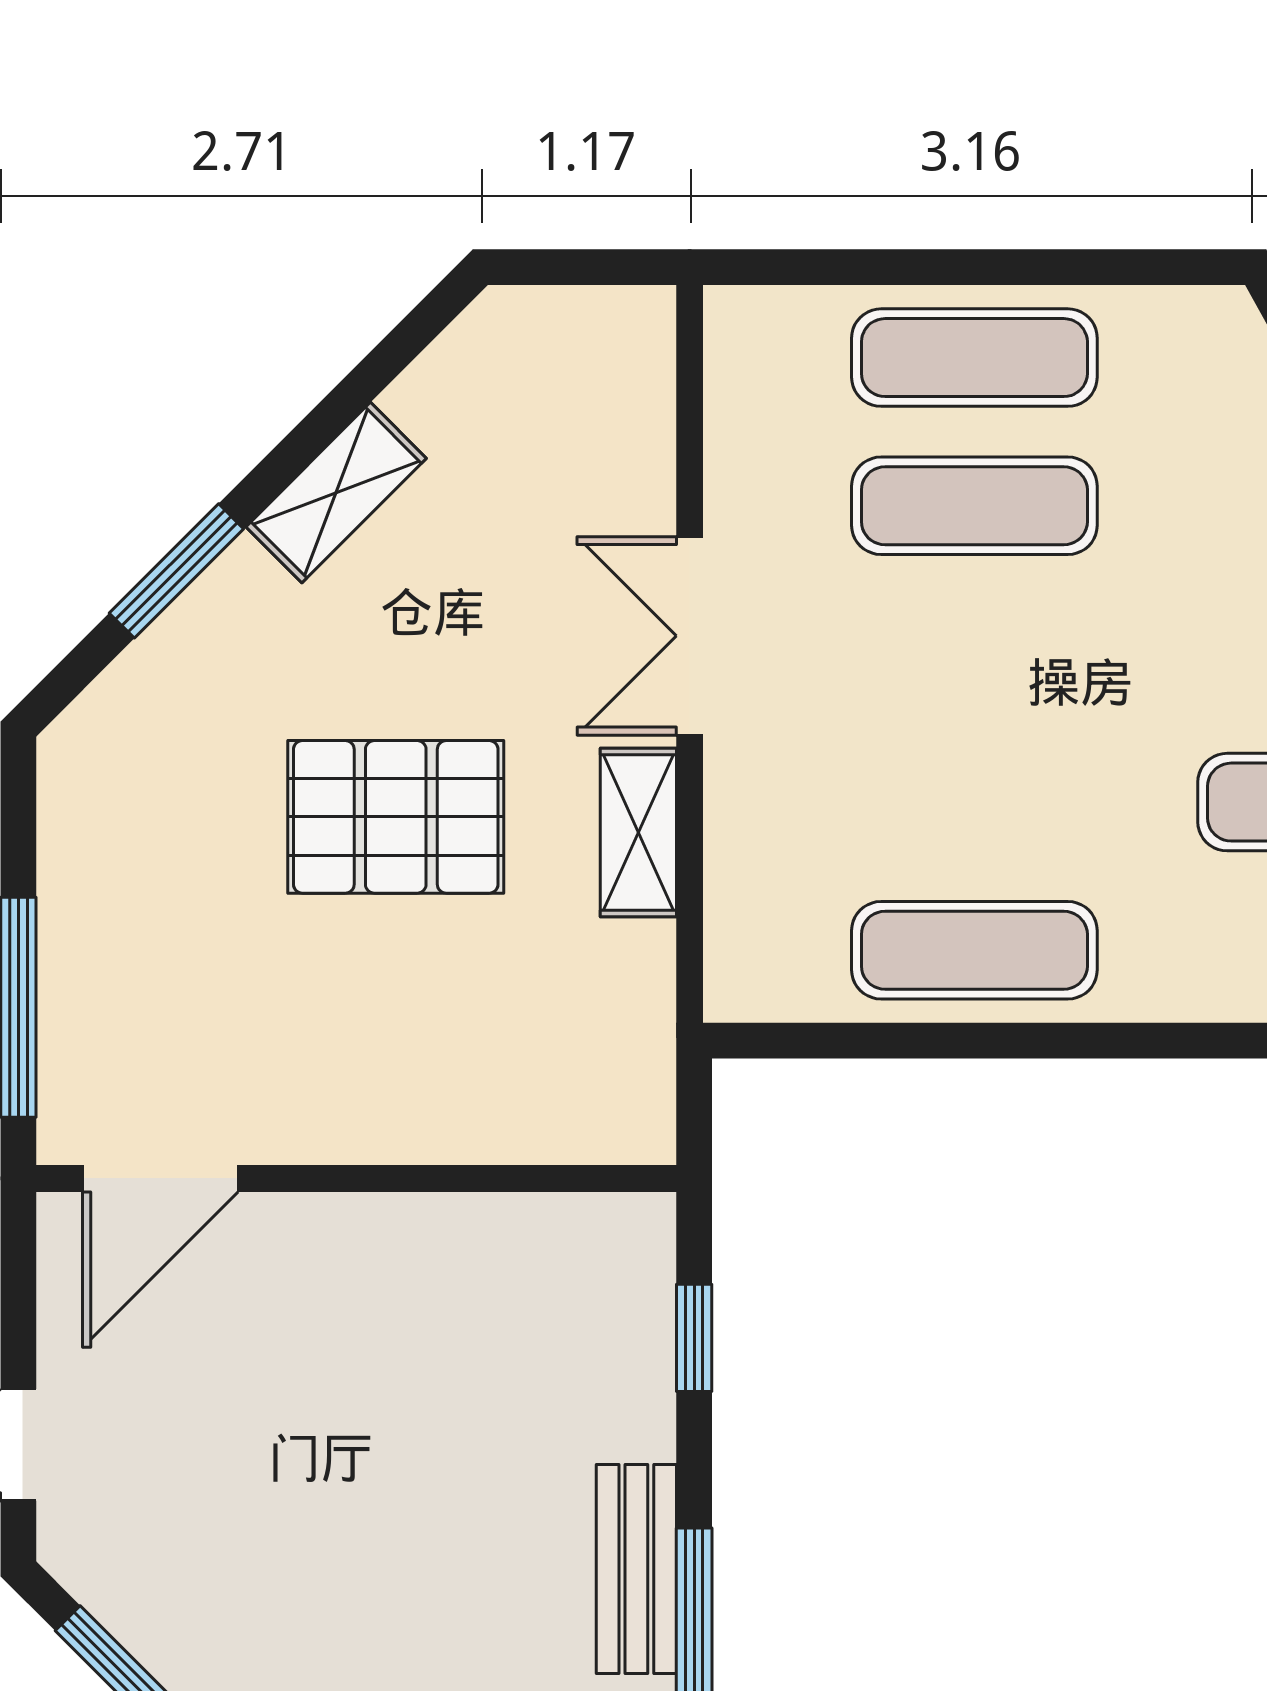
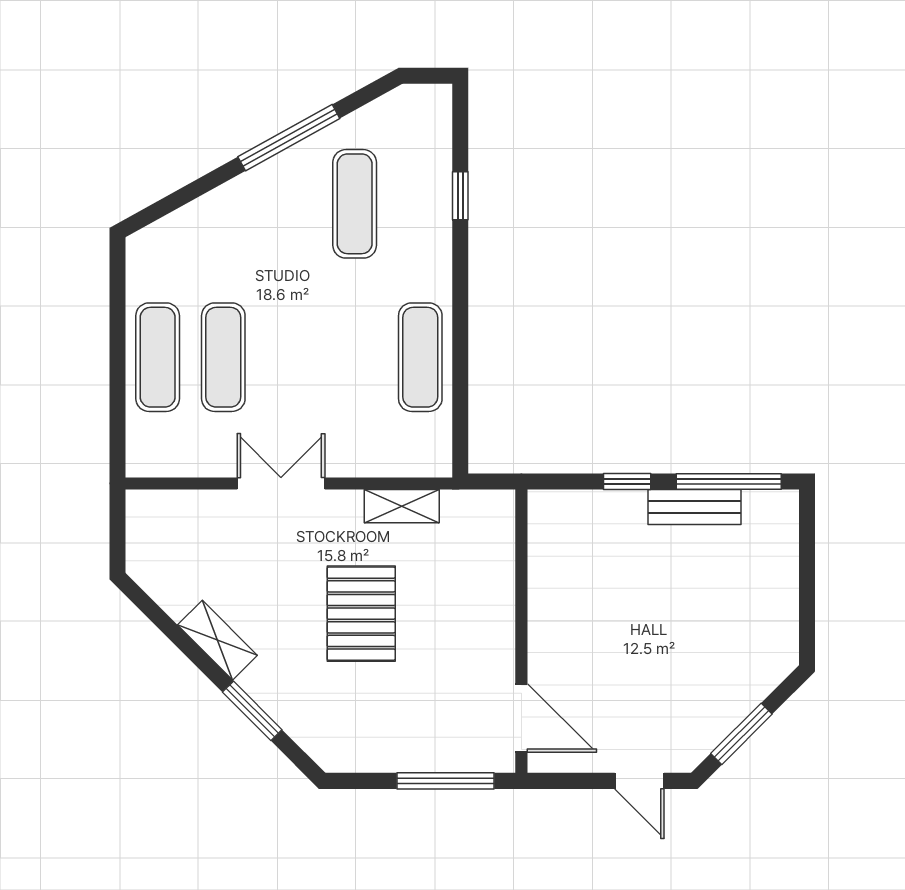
double door: (690, 636) -> (281, 483), swing flipped
shelving: (638, 833) -> (402, 506), moved
window: (694, 1338) -> (627, 481), moved

